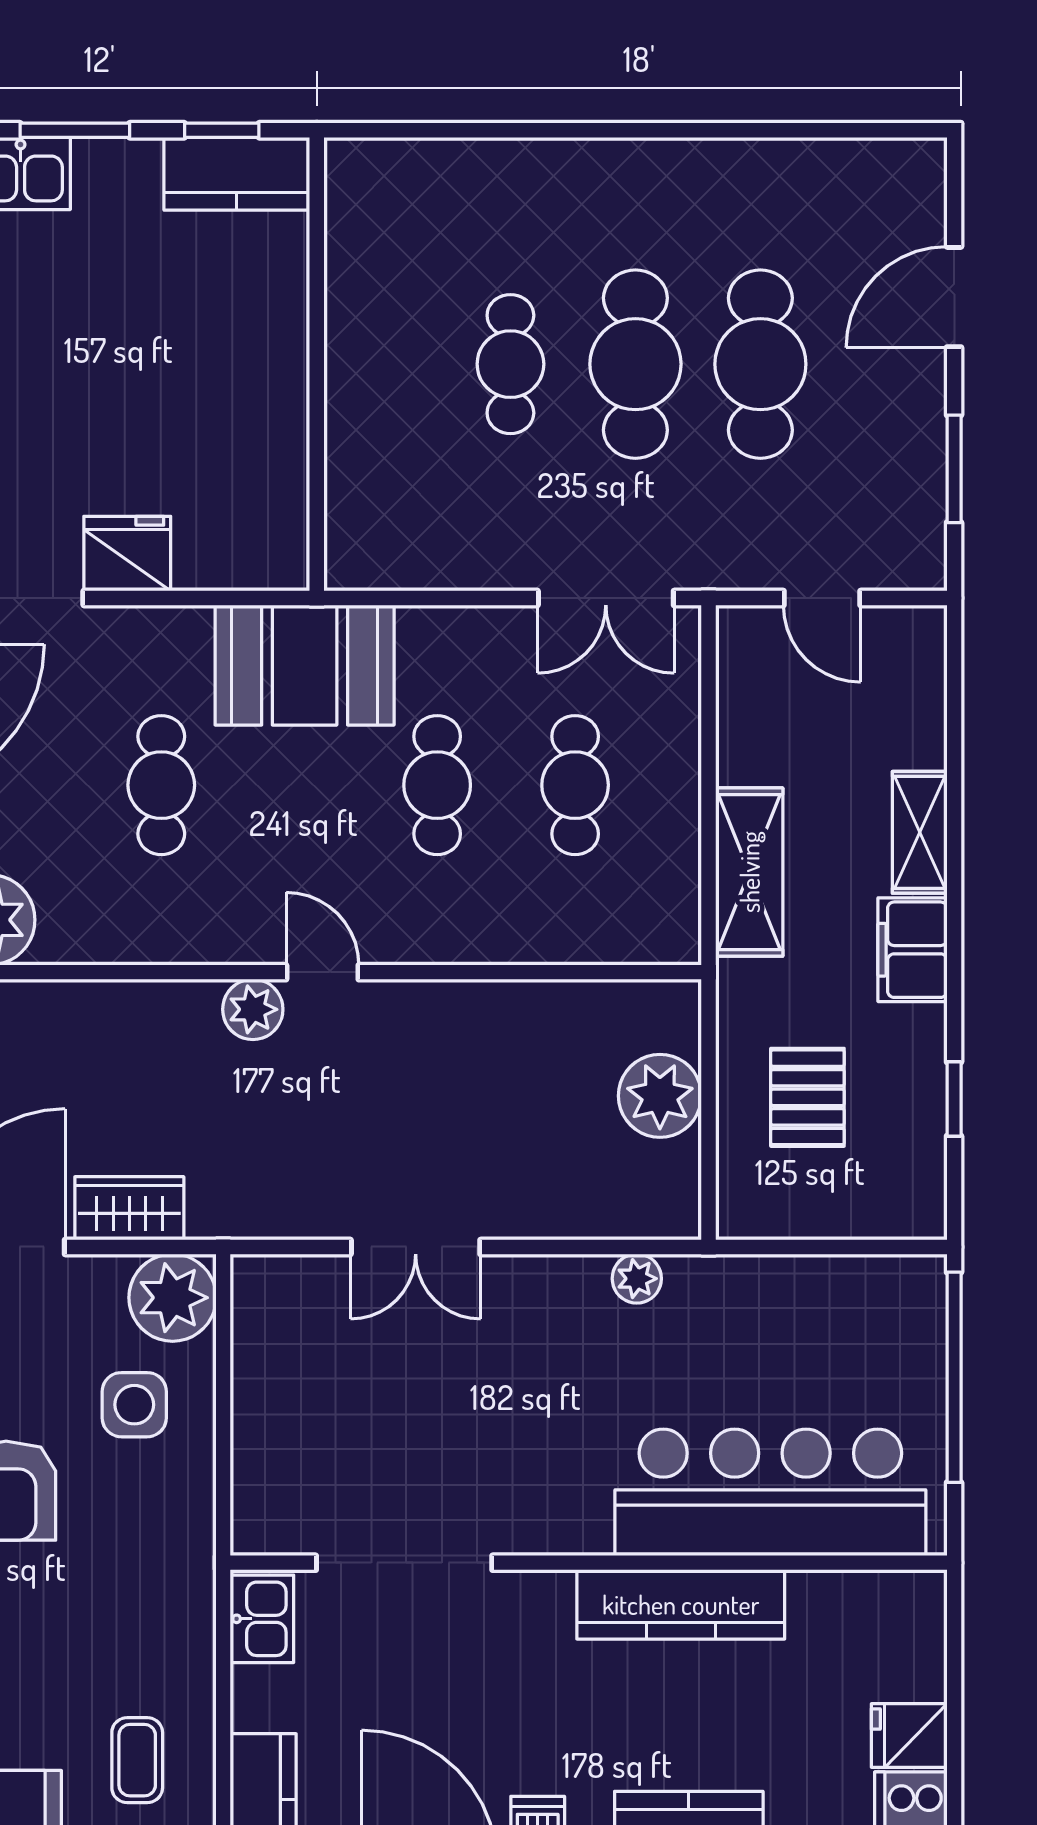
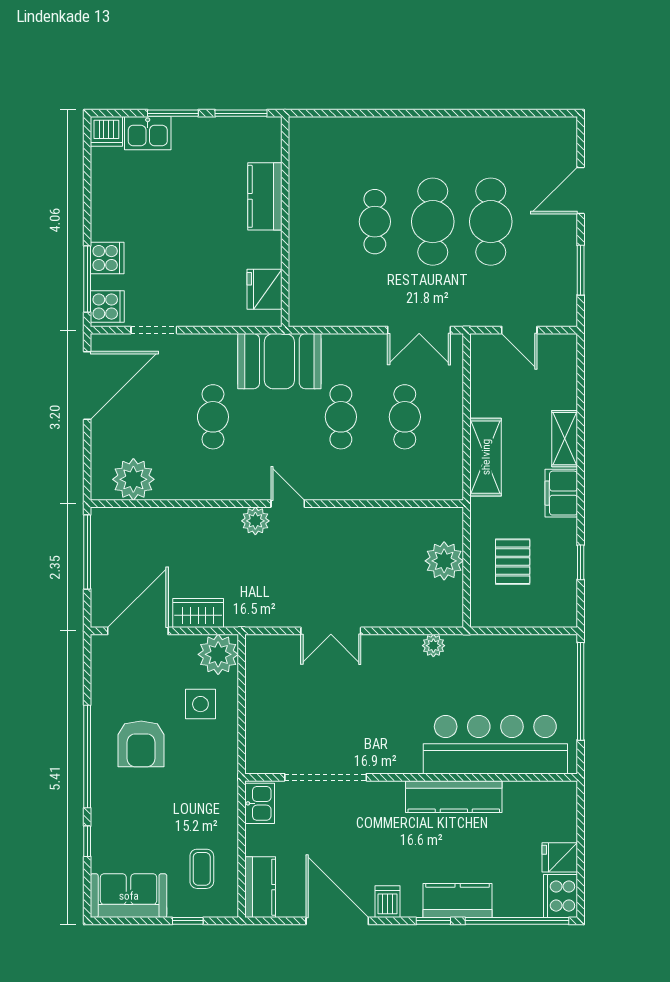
window: (222, 130) -> (241, 113), width x1.50
kitchen counter: (237, 174) -> (265, 196), moved, turned 90
fridge: (127, 554) -> (264, 289), moved, turned -90

